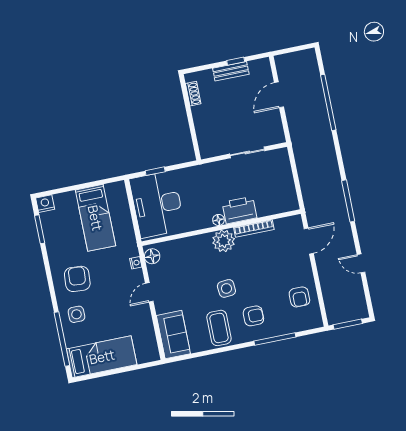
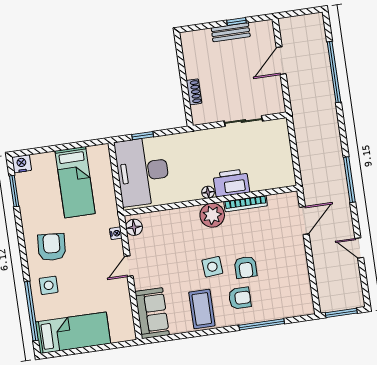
shoe rack: (193, 94) -> (194, 92), moved
armchair: (299, 297) -> (246, 267), moved

